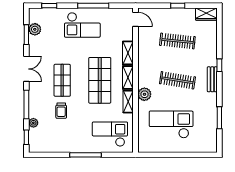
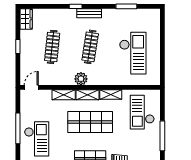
plant: (144, 94) -> (81, 79), moved
checkout: (171, 124) -> (133, 53), turned 180

